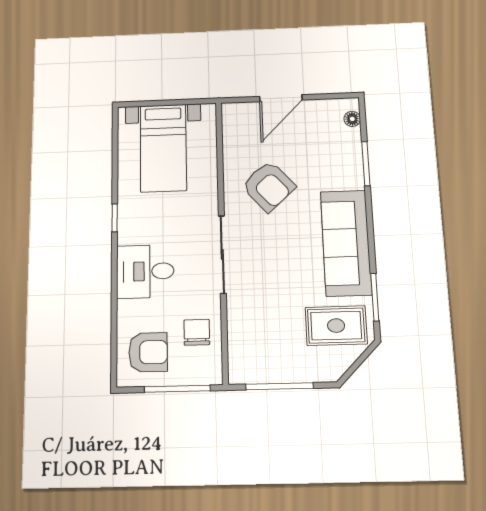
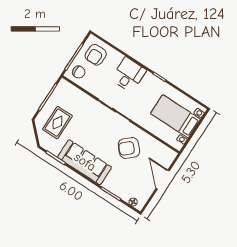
rug: (336, 326) -> (57, 123), moved
chair: (197, 332) -> (79, 72), moved

